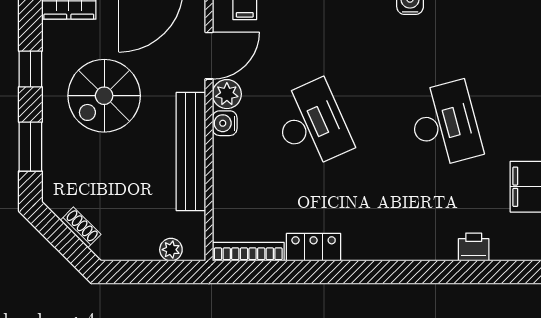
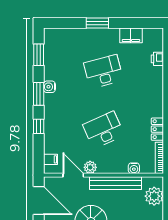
water cooler: (225, 123) -> (134, 168), moved
plant: (171, 250) -> (154, 196), width x1.87, depth x1.87

